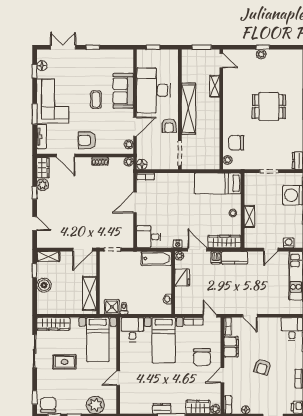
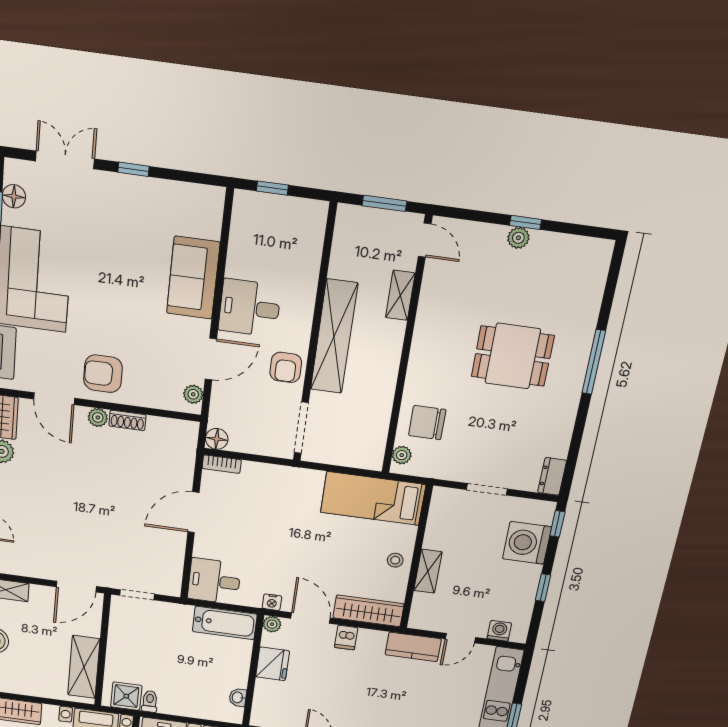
desk: (153, 90) -> (250, 308), width x0.53, depth x0.77
coffee table: (96, 100) -> (130, 289), removed
plant: (129, 162) -> (98, 417), moved
kitchen counter: (235, 258) -> (413, 647), moved

